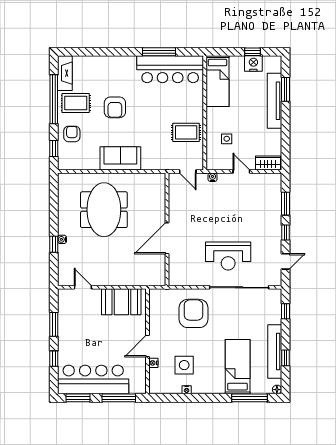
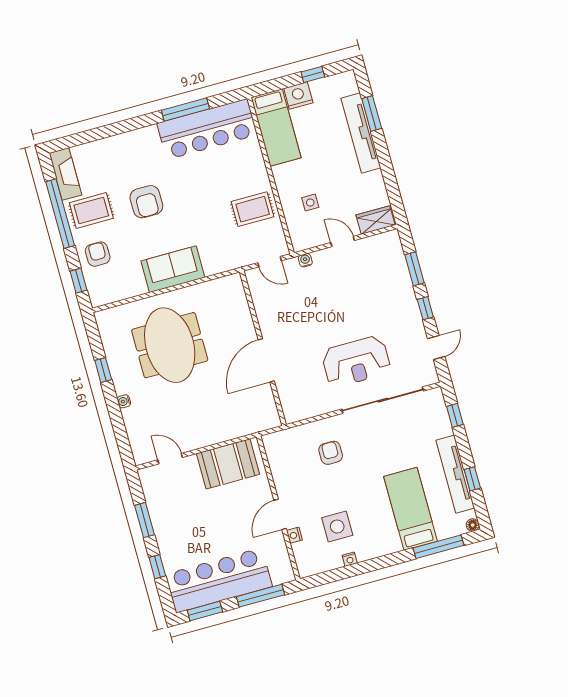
nightstand: (253, 63) -> (298, 96), moved
window: (54, 244) -> (103, 370), moved
armchair: (194, 313) -> (331, 453), width x0.53, depth x0.53

